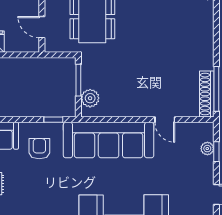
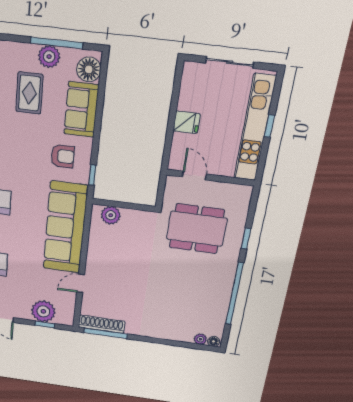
door: (42, 27) -> (194, 176), hinge flipped
window: (78, 80) -> (131, 206), removed
plant: (207, 149) -> (43, 311), width x1.88, depth x1.88

